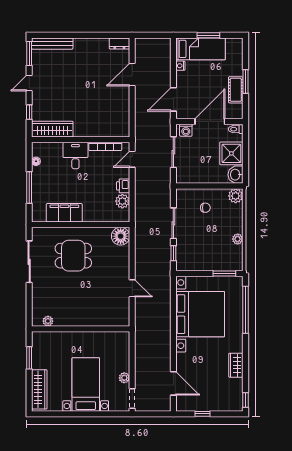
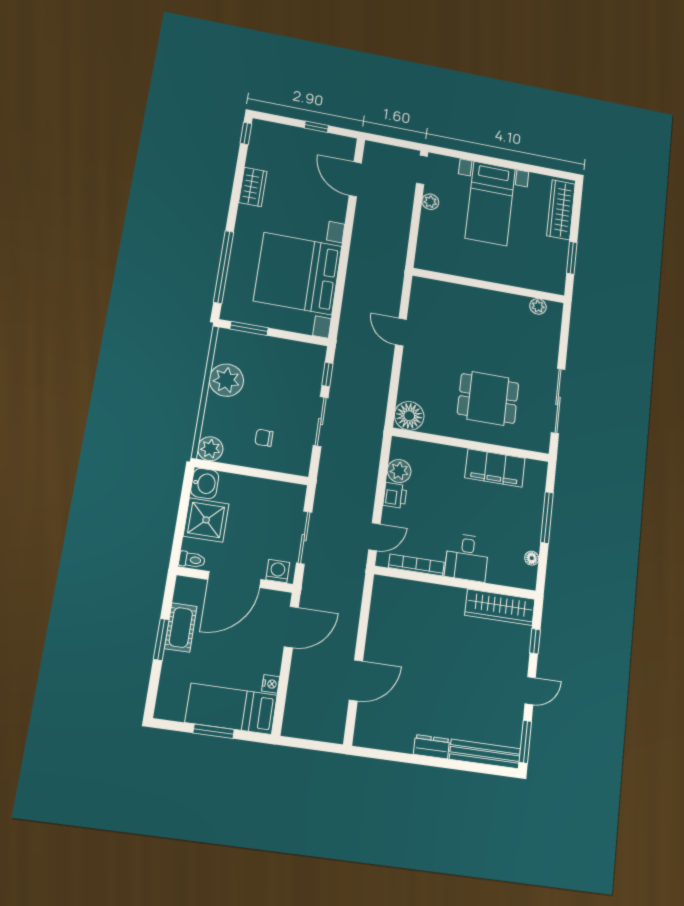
dresser: (119, 43) -> (432, 747), moved
plant: (238, 239) -> (226, 380), width x1.88, depth x1.88

